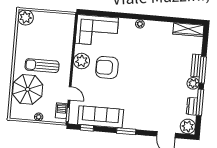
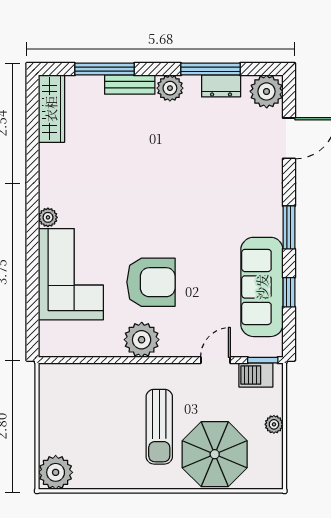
corner sofa: (97, 31) -> (71, 274), moved
armchair: (107, 67) -> (151, 282), turned -90
window: (203, 70) -> (104, 69), moved
window: (87, 128) -> (289, 292), moved

